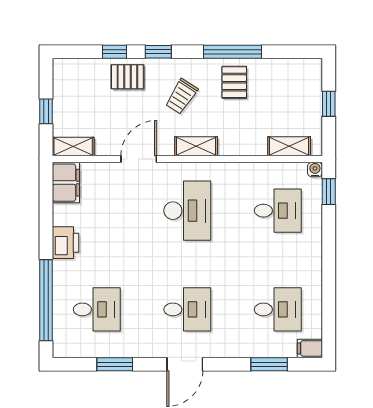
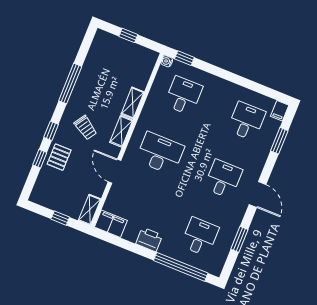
pallet: (234, 82) -> (90, 90), removed
shelving: (289, 146) -> (133, 103), moved

